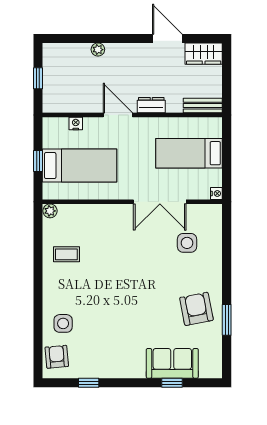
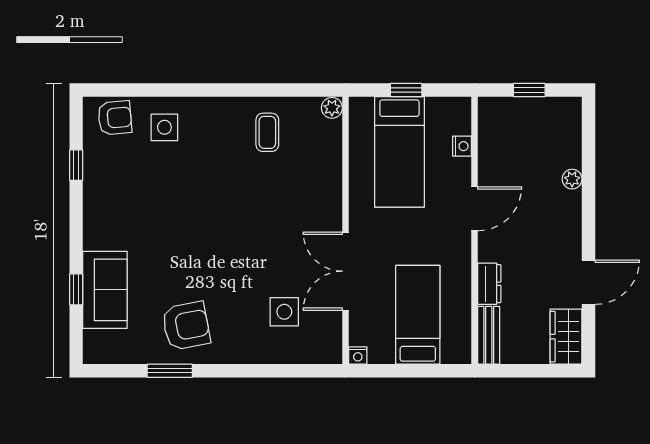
dresser: (151, 105) -> (489, 284), moved

